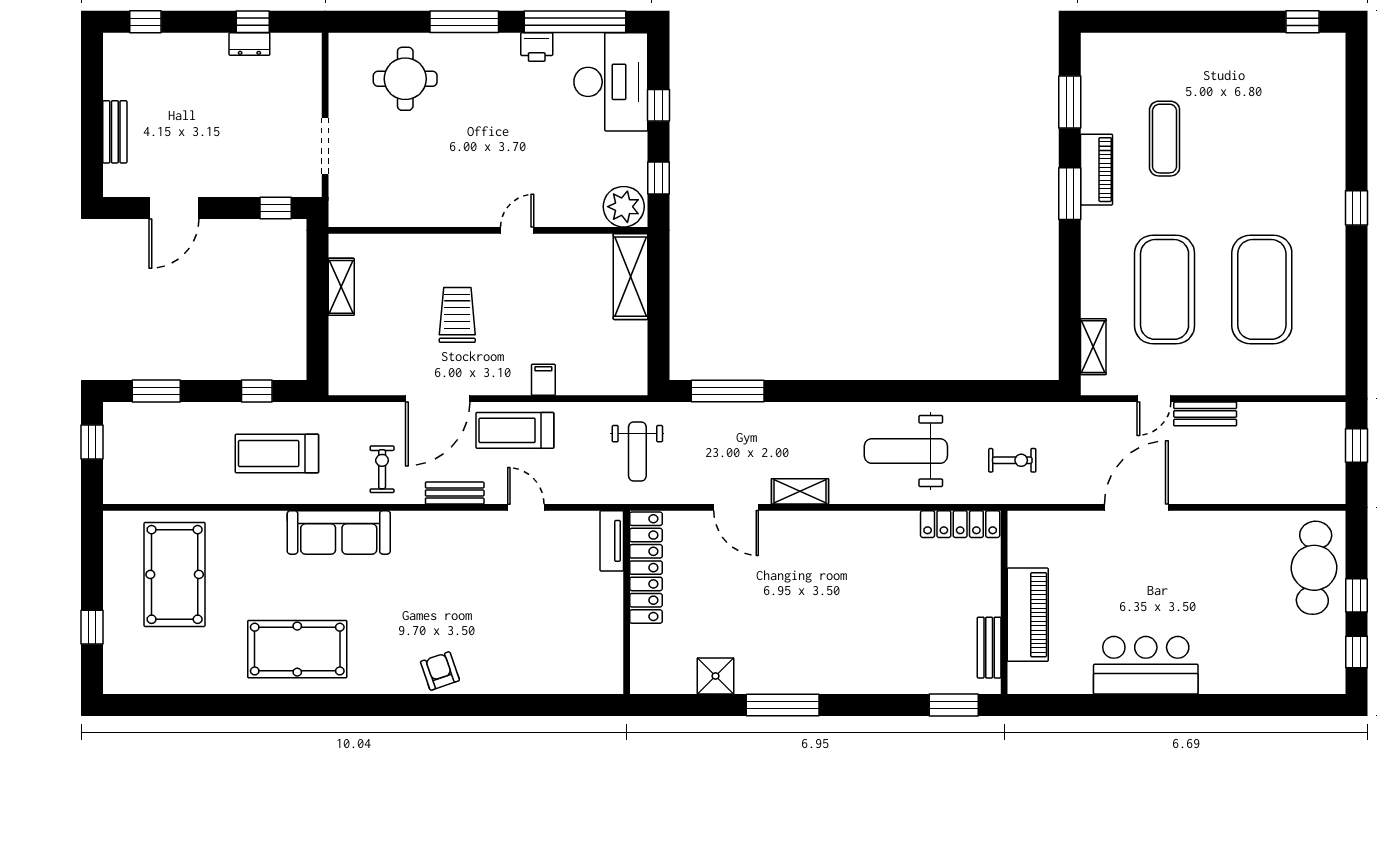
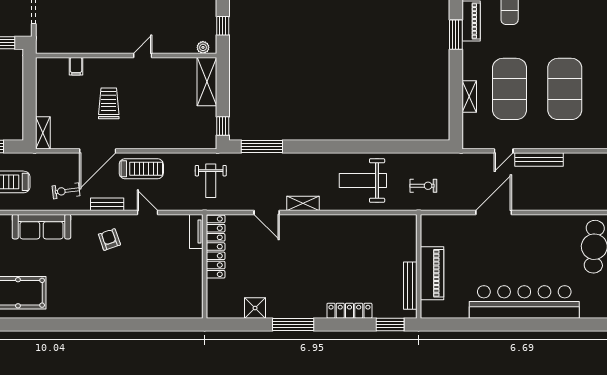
plant: (624, 207) -> (203, 47), width x0.53, depth x0.53
shelving: (341, 287) -> (43, 133), moved
shelving: (1093, 347) -> (469, 97), moved
window: (659, 355) -> (223, 126), added
filing cabinet: (543, 380) -> (76, 66), moved, turned 180
bench: (1205, 414) -> (539, 159), width x1.36
treadmill: (515, 430) -> (141, 169), turned 180
exercise bike: (382, 469) -> (66, 191), turned -97
locker: (960, 524) -> (349, 311), moved, turned 180
bench: (989, 648) -> (410, 286), width x1.36
bar counter: (1146, 665) -> (524, 302), width x1.86
armchair: (440, 671) -> (109, 240), moved

